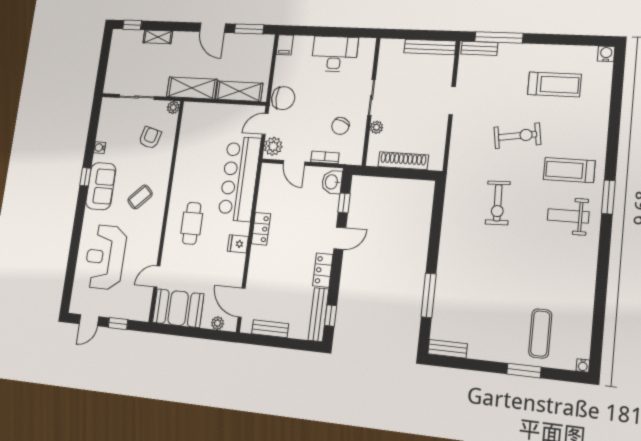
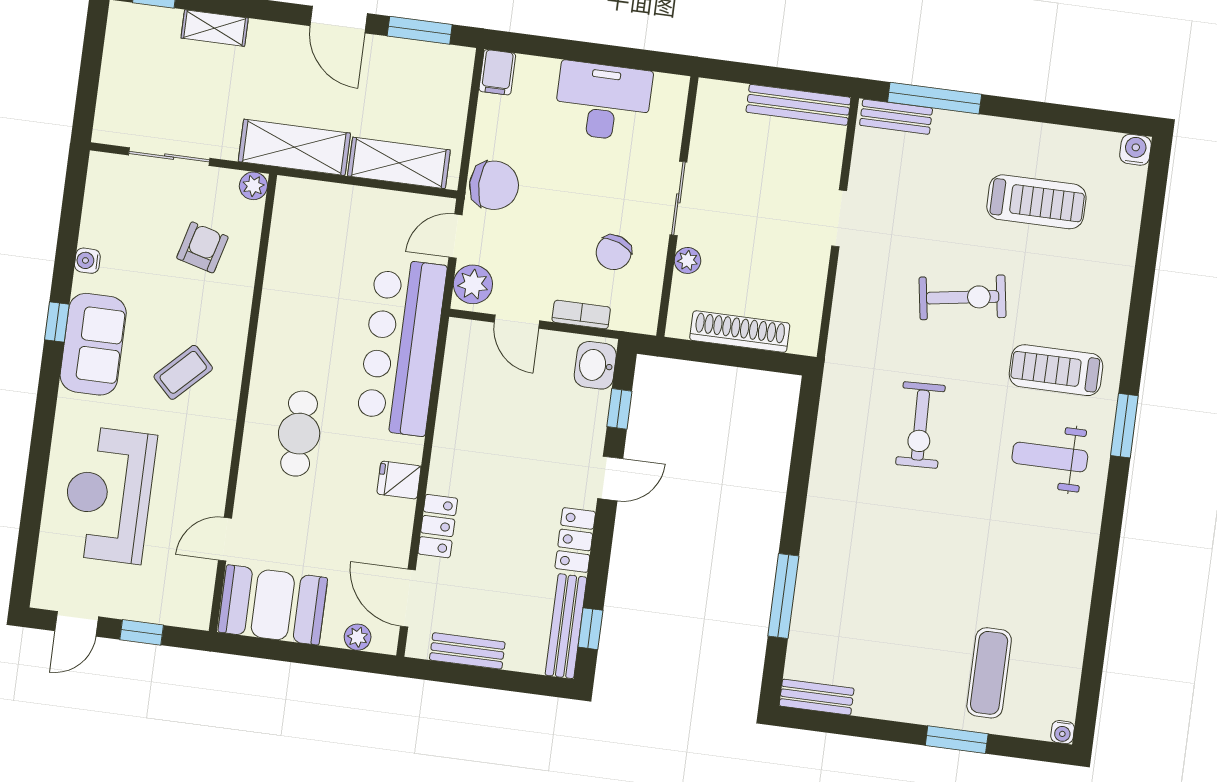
locker: (261, 229) -> (438, 526), moved

